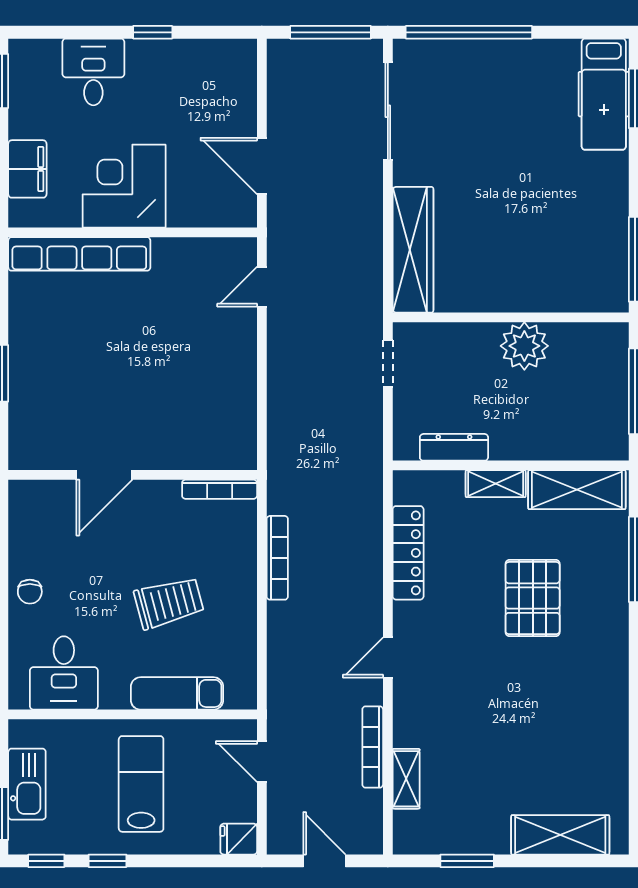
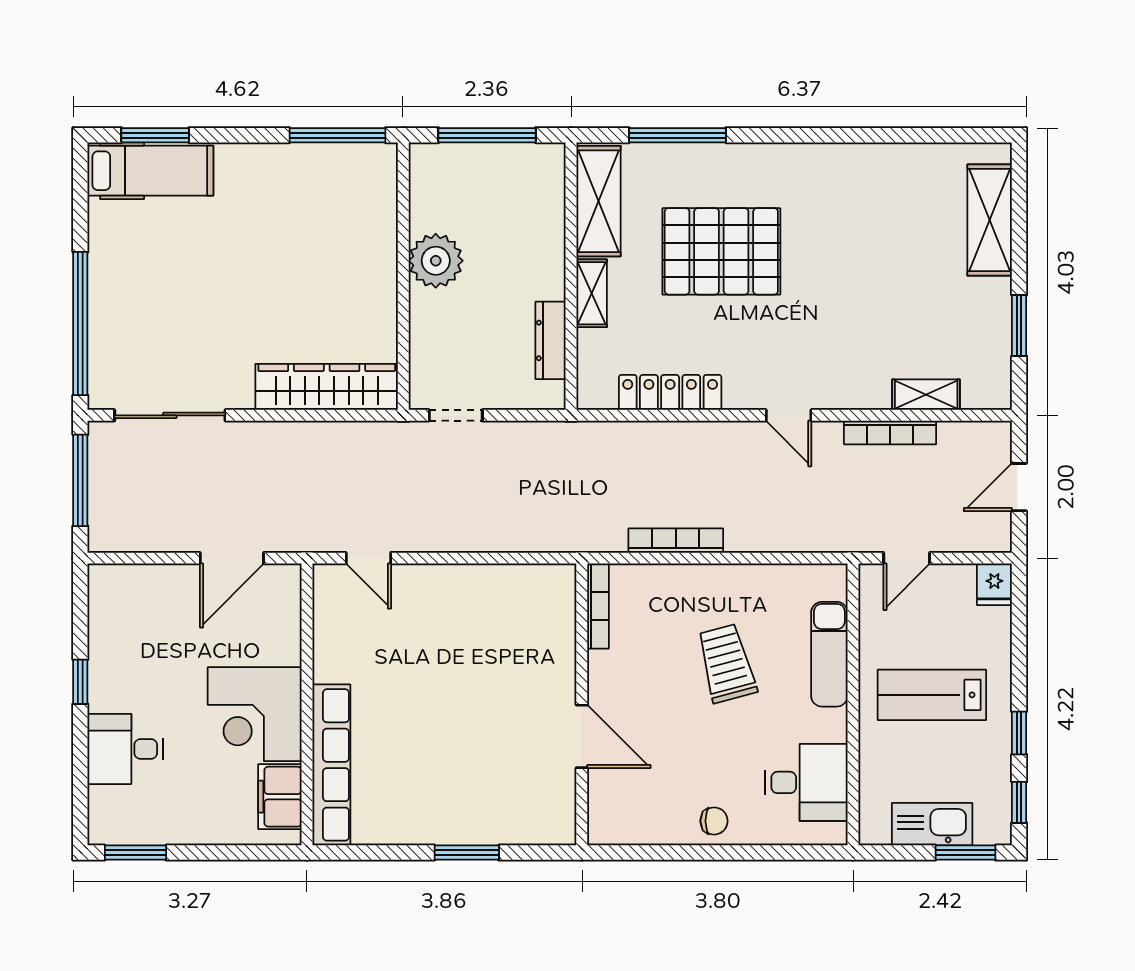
filing cabinet: (27, 169) -> (280, 797), moved, turned -90
pallet: (533, 598) -> (721, 251), width x1.37, depth x1.41

